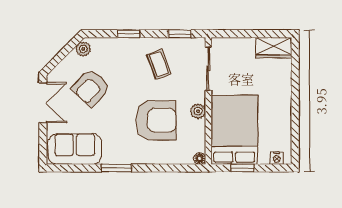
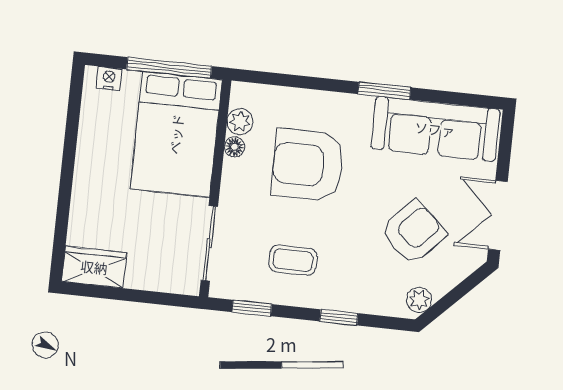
coffee table: (159, 64) -> (293, 260), turned -70
plant: (198, 111) -> (240, 122), moved
sofa: (75, 149) -> (435, 129), width x1.36
floor lamp: (200, 158) -> (234, 147), moved
window: (242, 168) -> (169, 68), width x2.17

